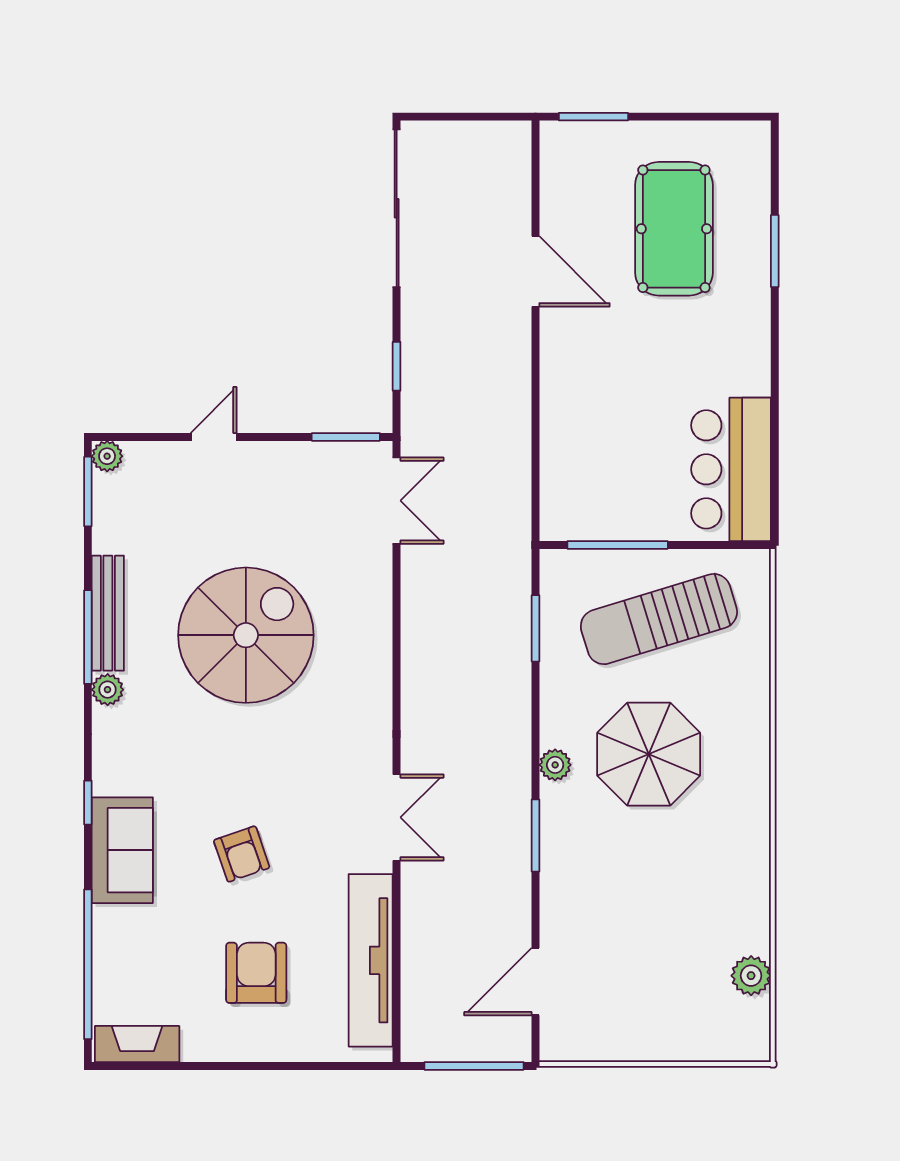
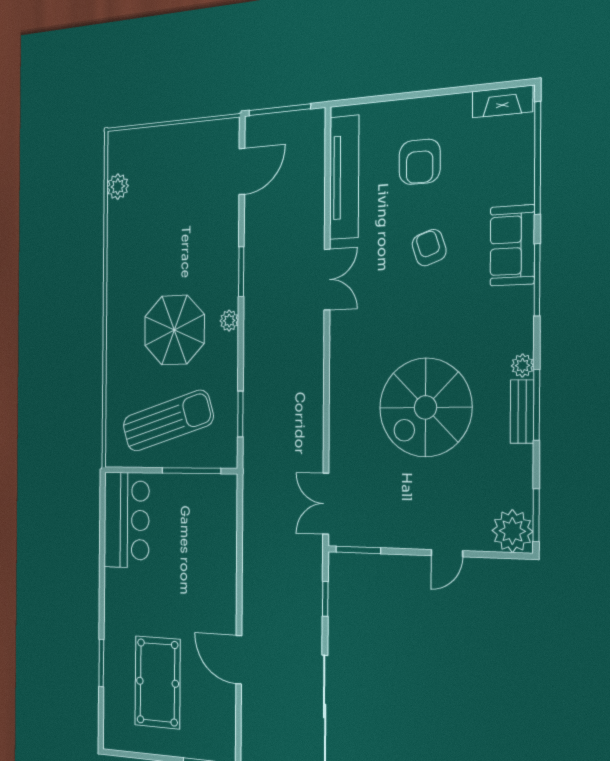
plant: (107, 456) -> (512, 531), width x1.88, depth x1.88
bench: (108, 613) -> (522, 411), width x0.73
window: (88, 803) -> (537, 280), width x2.17
double door: (397, 817) -> (327, 280), swing flipped

